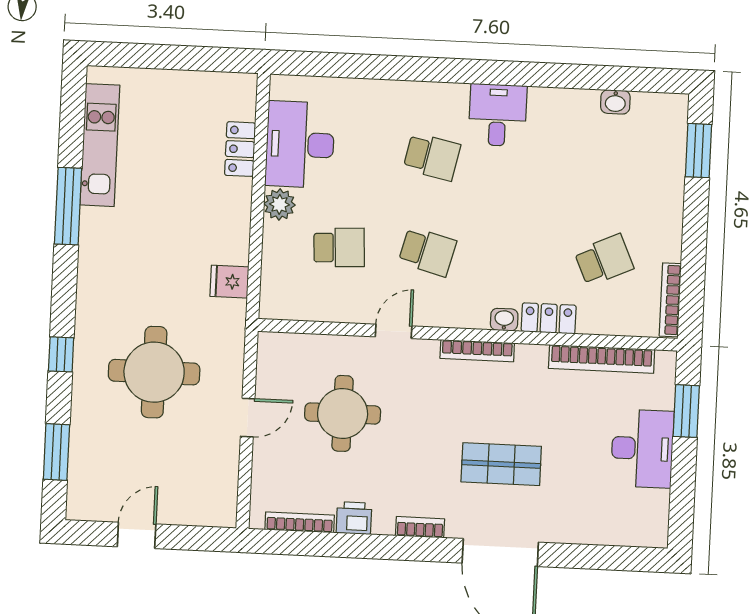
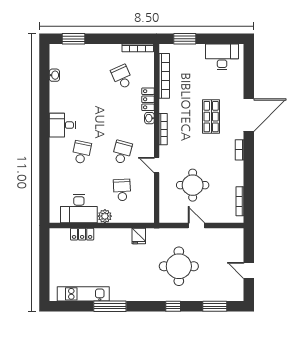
desk: (642, 449) -> (222, 57), moved
printer: (354, 518) -> (237, 178), removed

